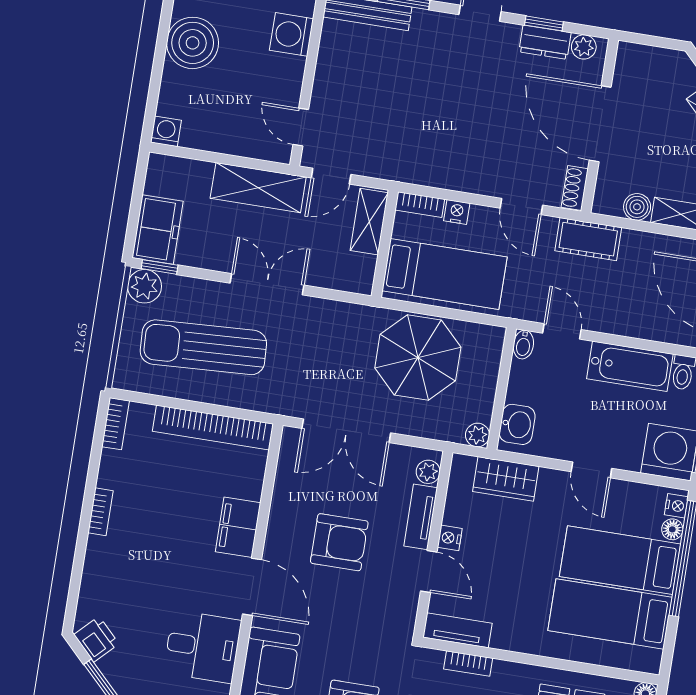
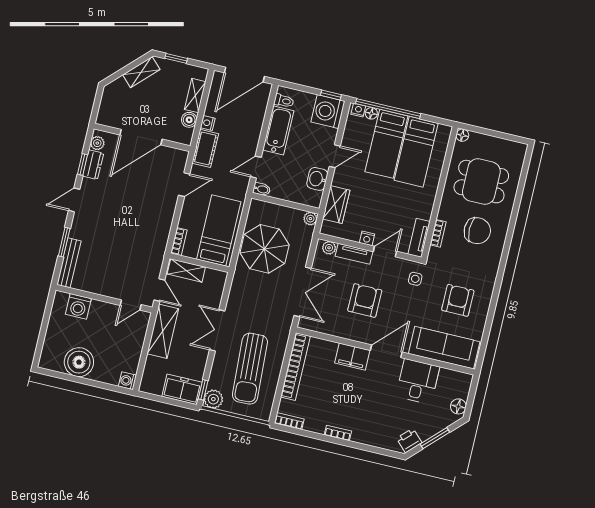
shoe rack: (575, 188) -> (176, 154), removed
nightstand: (457, 212) -> (208, 123), moved
washbasin: (517, 424) -> (317, 179), moved, turned -90
side table: (384, 629) -> (415, 279), added

